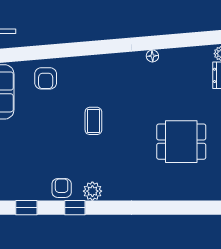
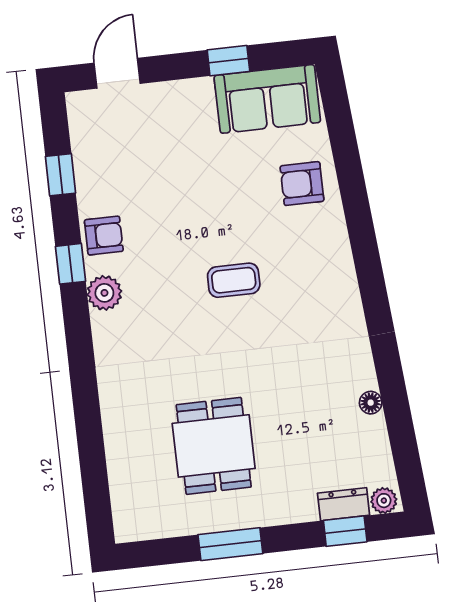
floor lamp: (152, 56) -> (371, 403), moved

